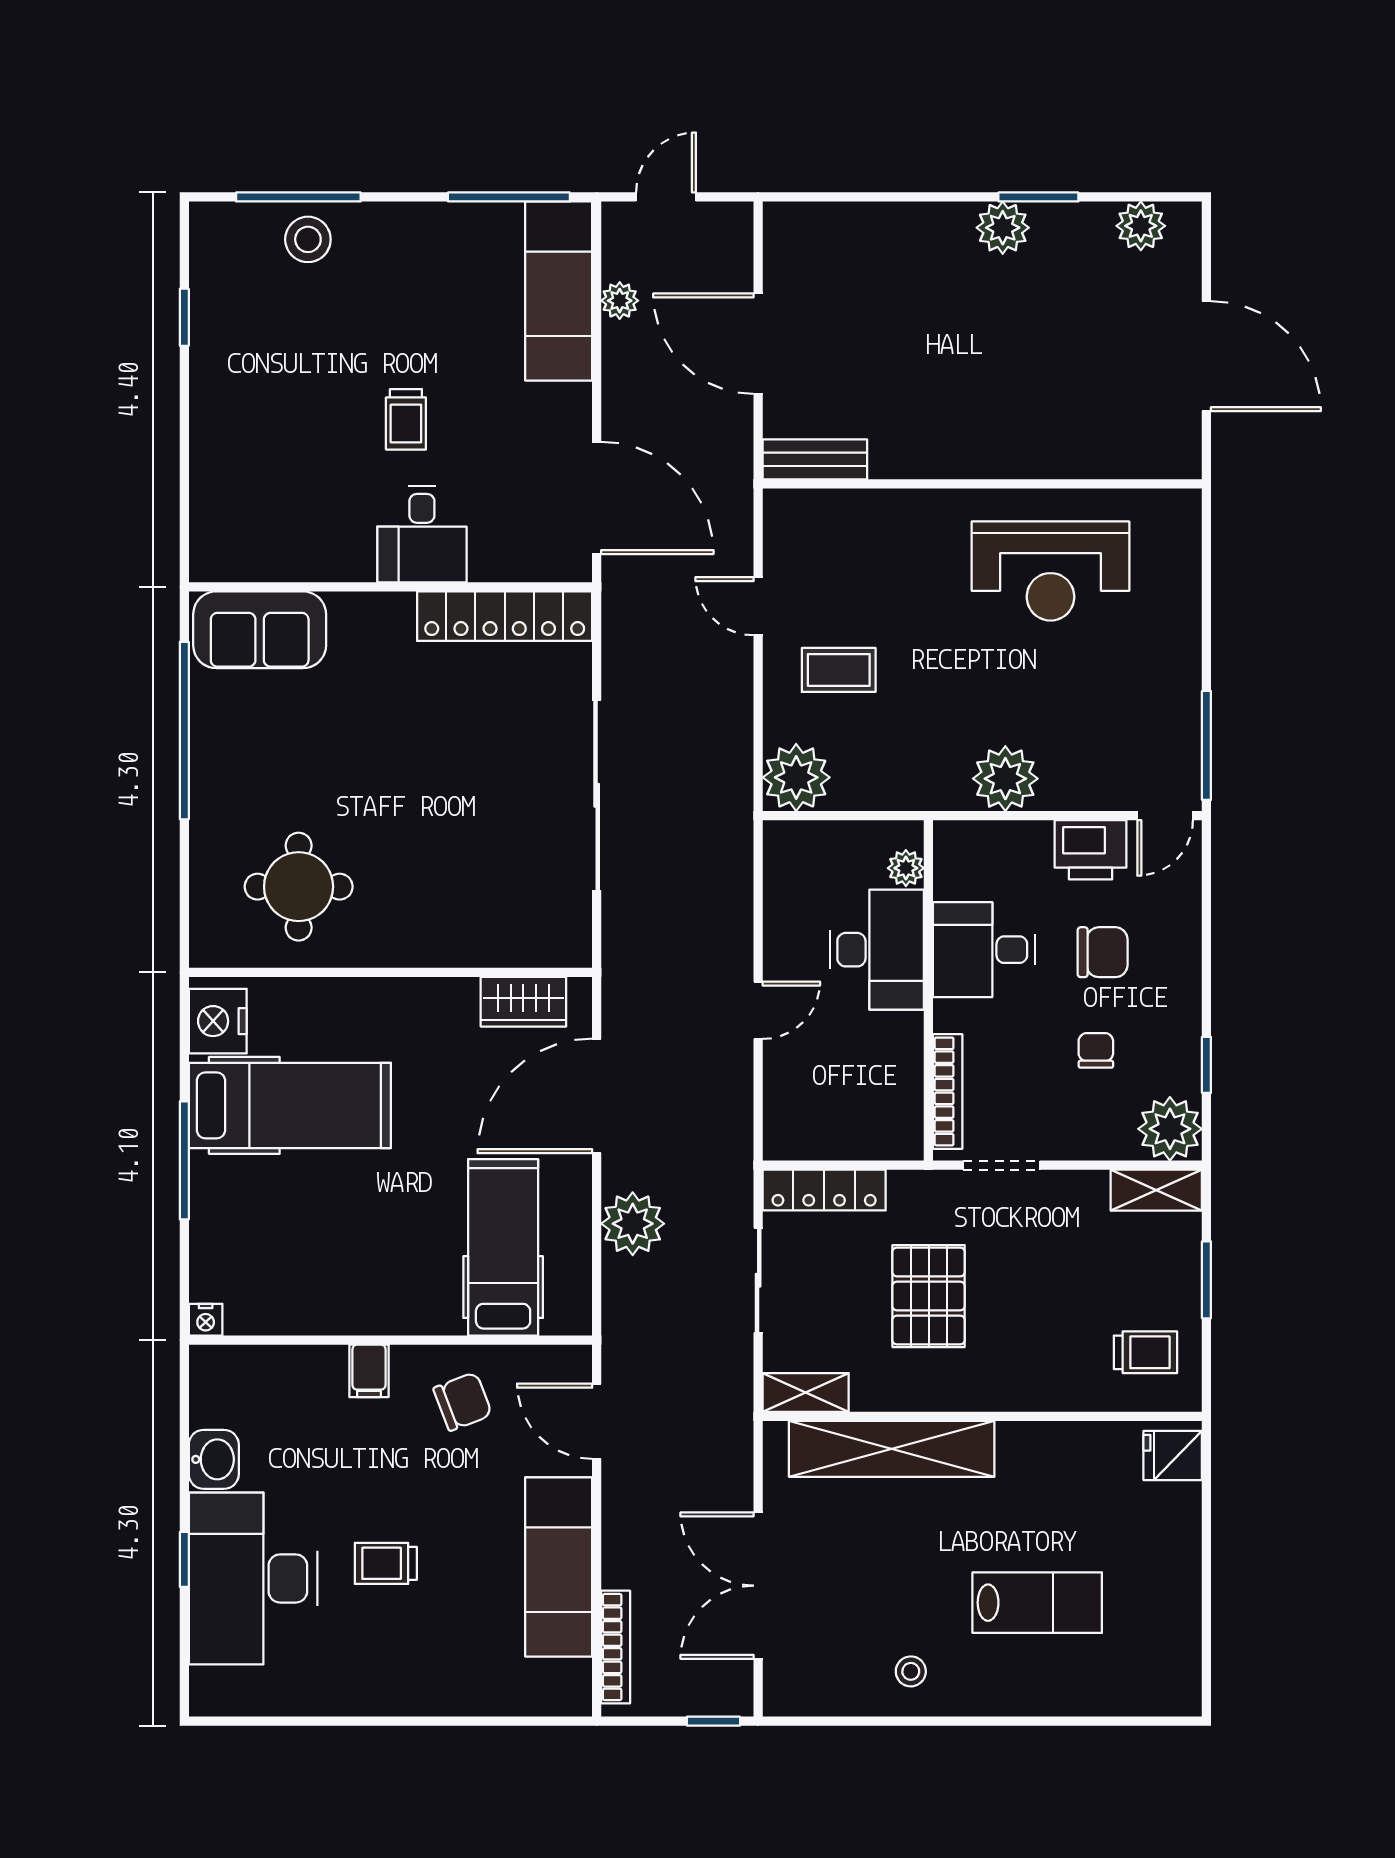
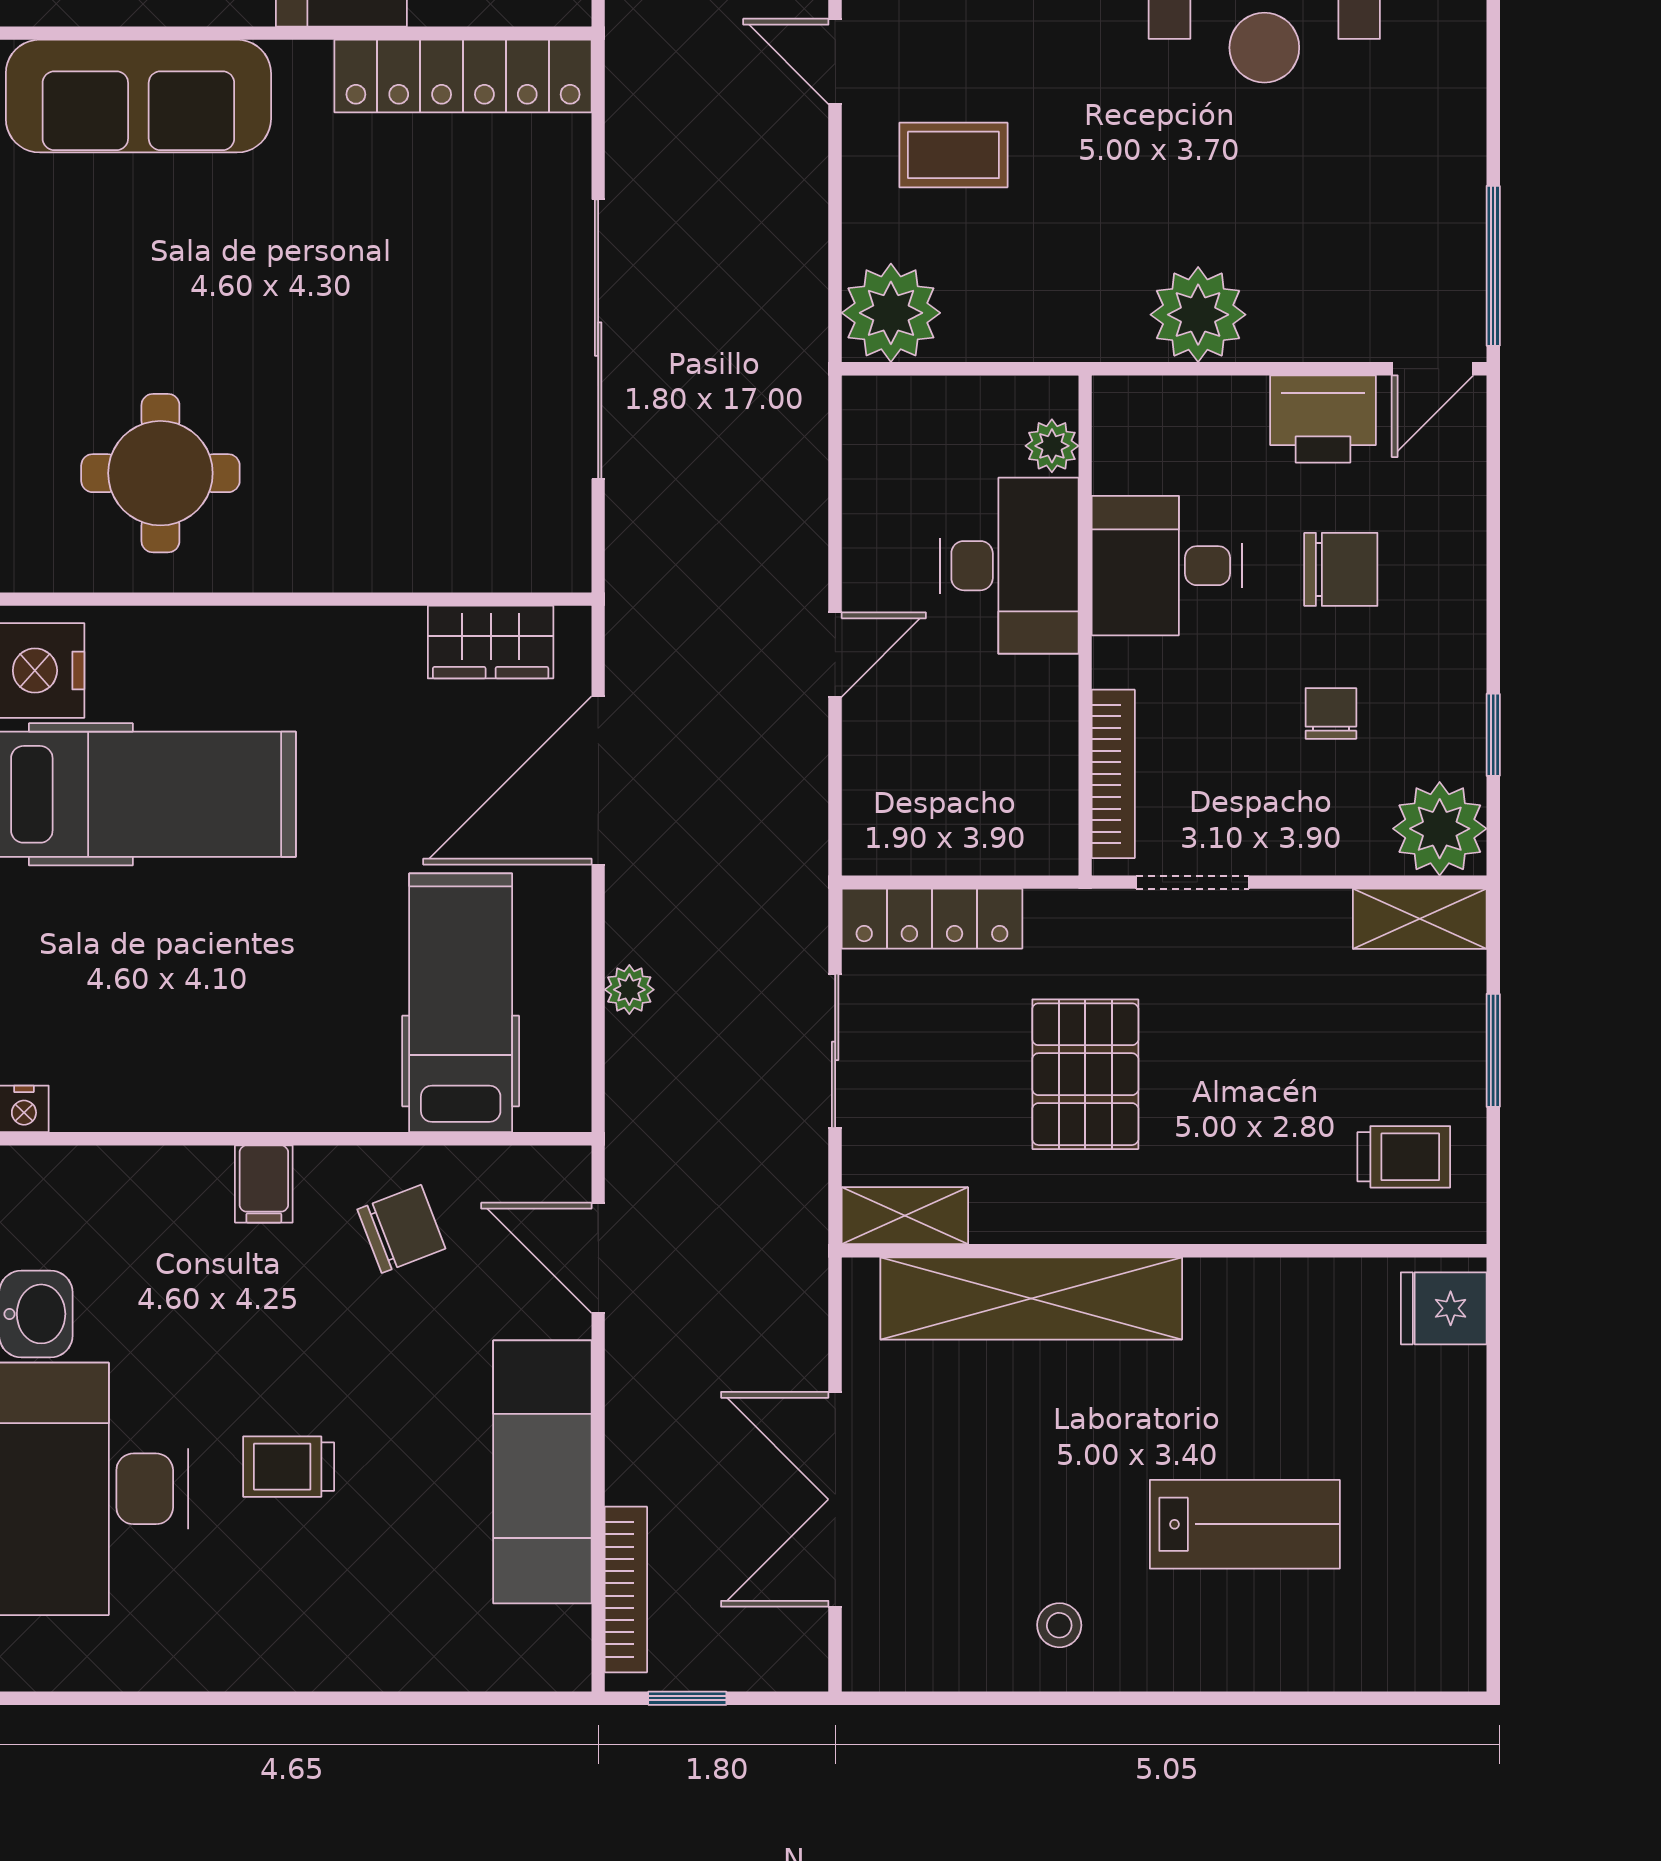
sofa: (260, 630) -> (138, 96), width x1.36
plant: (633, 1224) -> (629, 990), width x0.53, depth x0.53
window: (713, 1721) -> (687, 1698), moved

